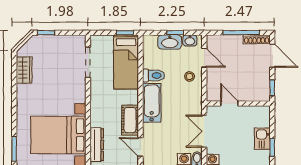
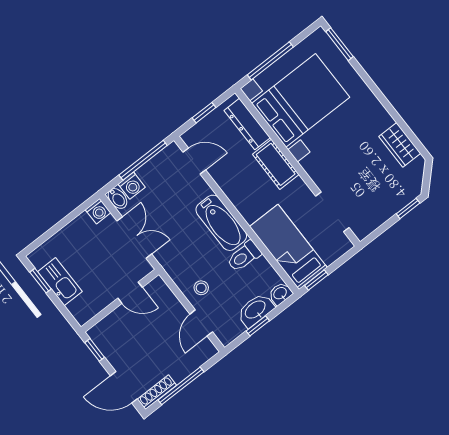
washbasin: (190, 40) -> (280, 294), moved
door: (204, 58) -> (201, 323), hinge flipped
cot: (130, 120) -> (276, 164), moved
kitchen sink: (262, 139) -> (60, 282), width x1.38

